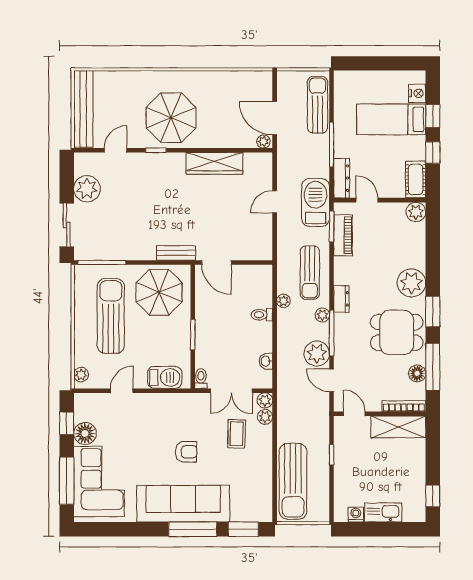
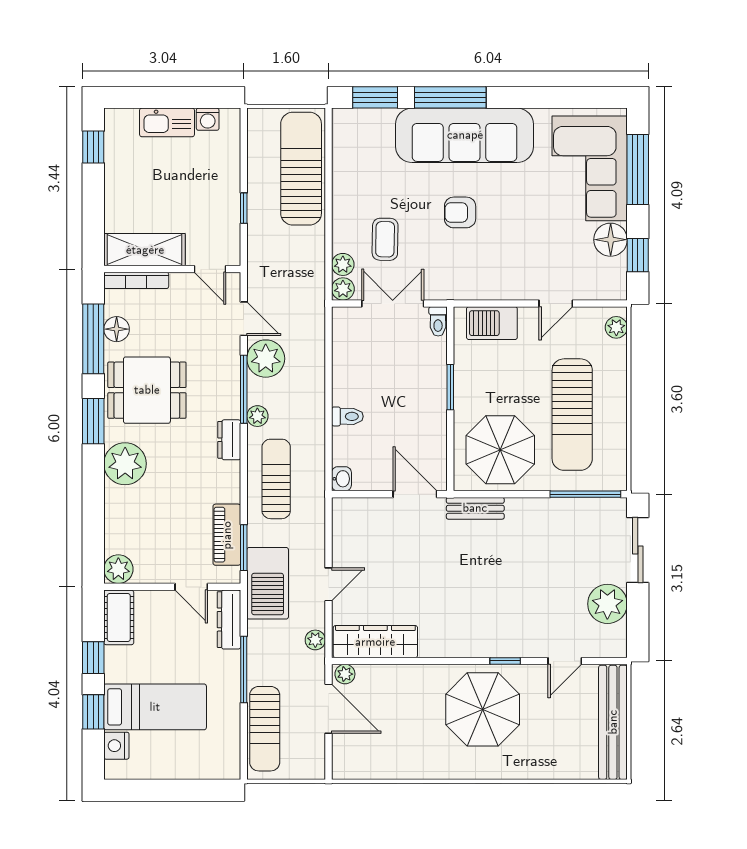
wardrobe: (214, 163) -> (375, 642), moved
plant: (283, 301) -> (315, 640), moved
washbasin: (266, 361) -> (341, 479), moved

